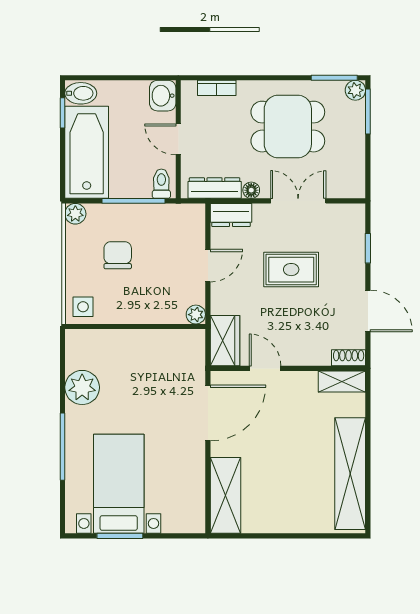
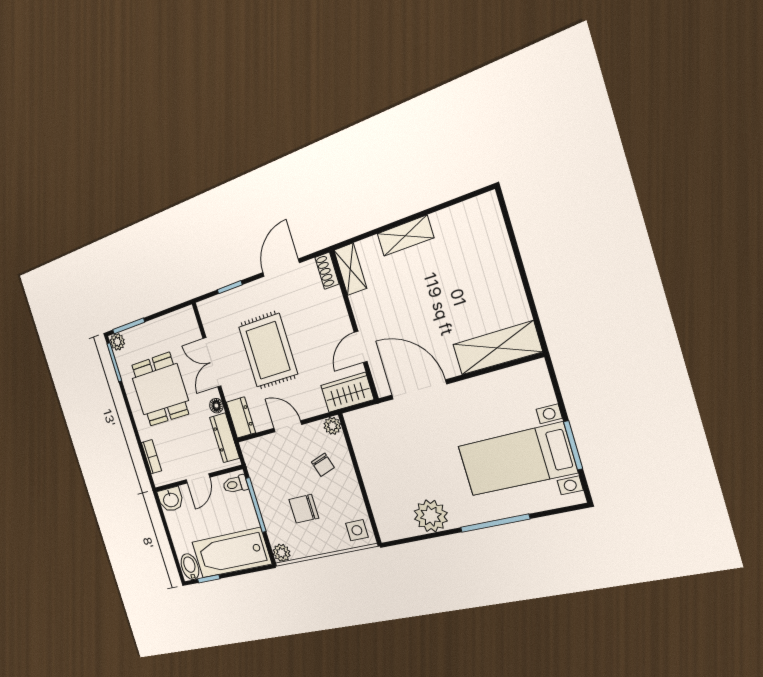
rug: (291, 270) -> (268, 350), width x1.36, depth x1.43
chair: (159, 291) -> (323, 465), added
shelving: (350, 474) -> (405, 236), width x0.45, depth x0.75

